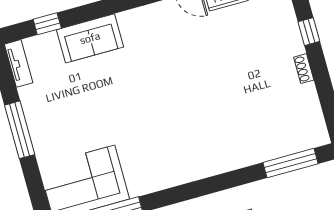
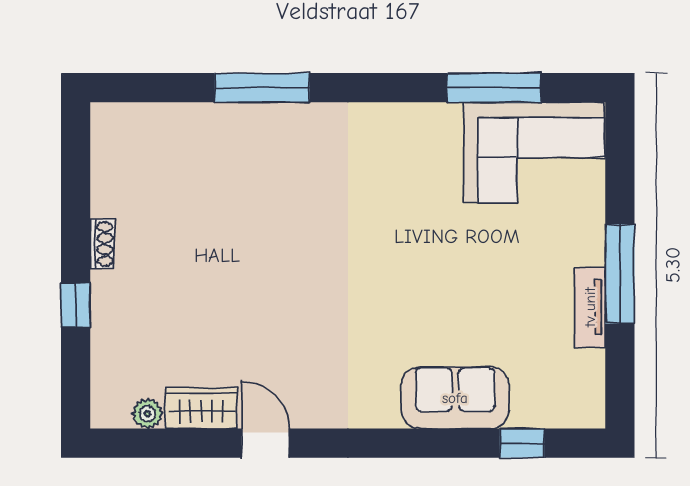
tv unit: (19, 63) -> (590, 307), moved
window: (291, 163) -> (262, 88), moved

